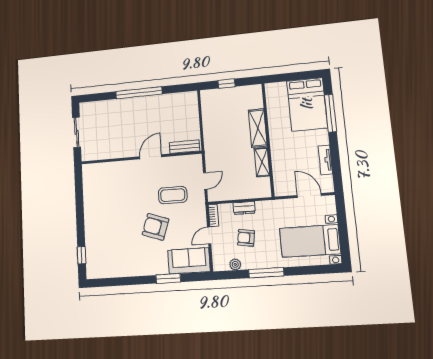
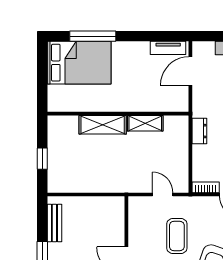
bench: (184, 147) -> (54, 223), moved
tv unit: (325, 160) -> (168, 48), moved
dresser: (244, 208) -> (199, 131), moved

